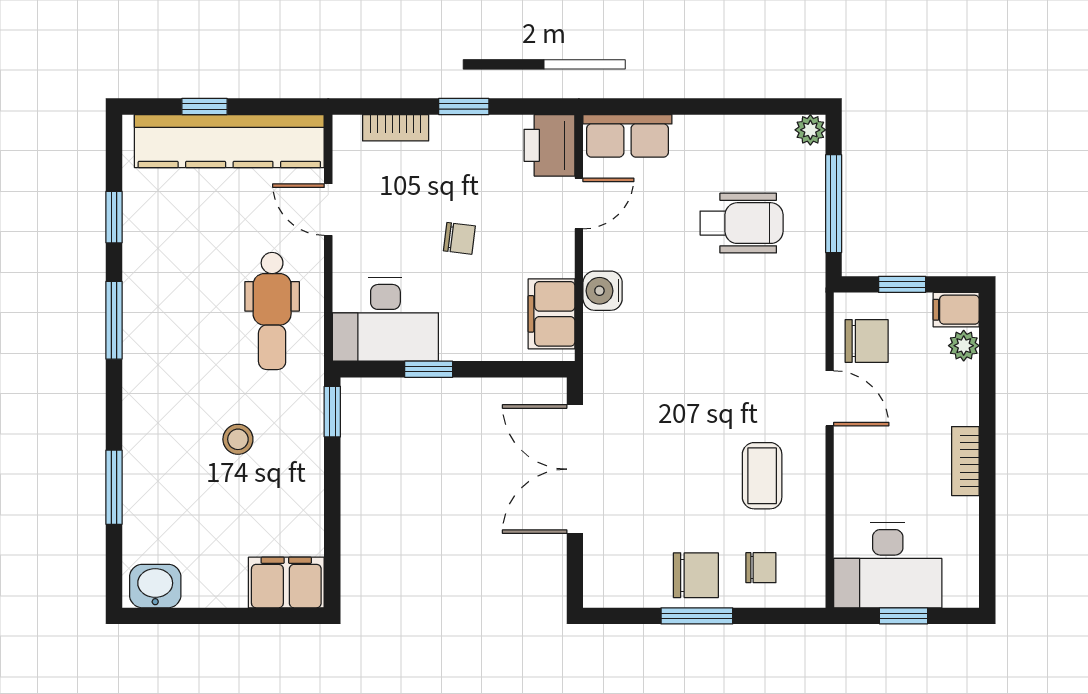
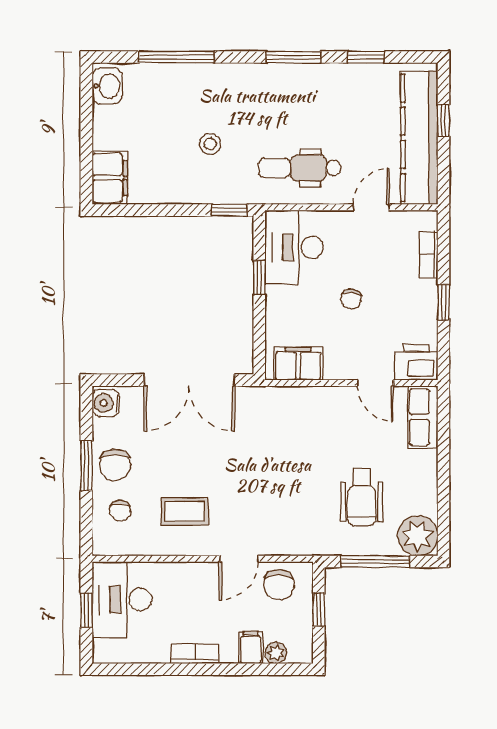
plant: (810, 130) -> (418, 536), width x1.88, depth x1.88
water cooler: (603, 291) -> (106, 403), moved, turned -90
filing cabinet: (956, 310) -> (251, 647), moved
double door: (575, 469) -> (189, 380), swing flipped
window: (114, 487) -> (177, 57), width x1.44

